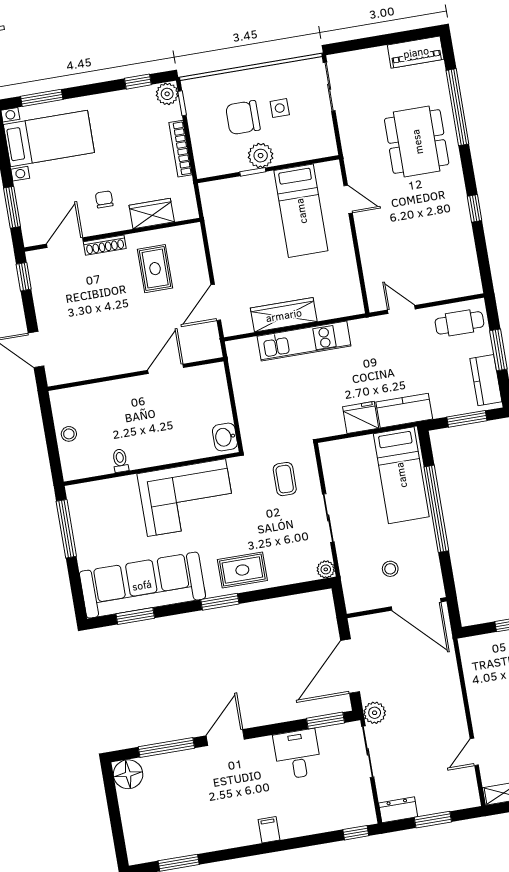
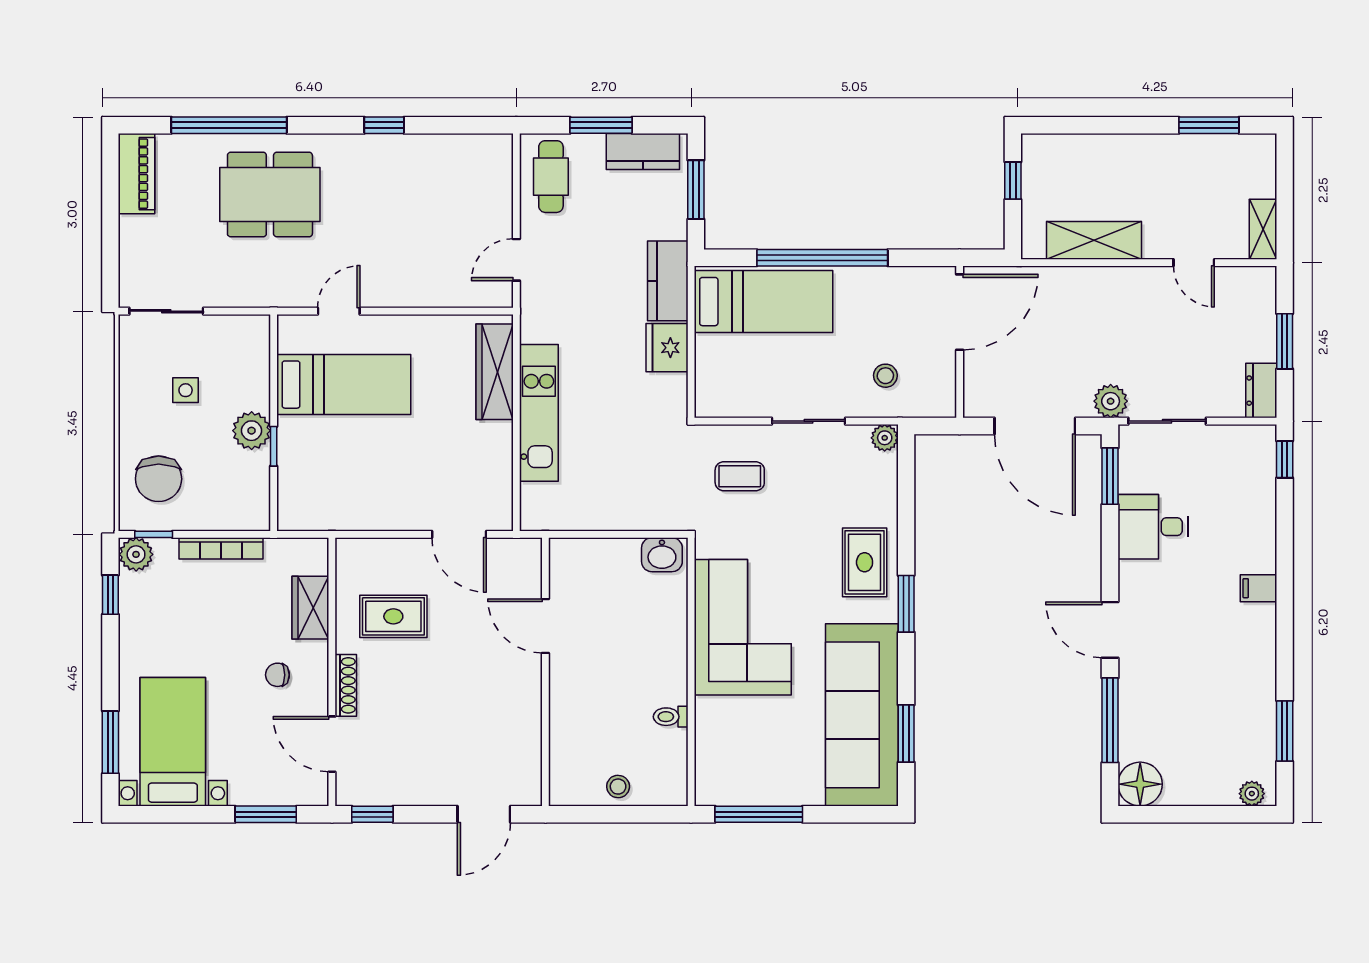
chair: (243, 118) -> (159, 479), moved
wardrobe: (284, 315) -> (495, 372), moved
stool: (390, 569) -> (885, 376), moved
shelving: (478, 684) -> (1094, 240), added
plant: (134, 848) -> (1252, 794), added

